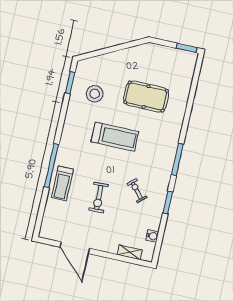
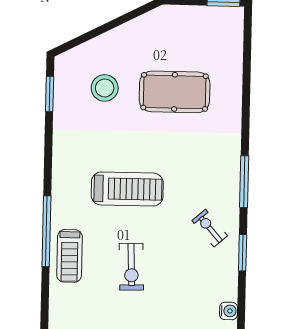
stool: (95, 94) -> (105, 88), moved
treadmill: (115, 137) -> (127, 189), moved
exercise bike: (137, 191) -> (210, 228), moved

